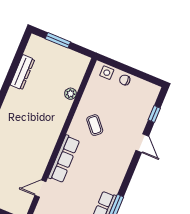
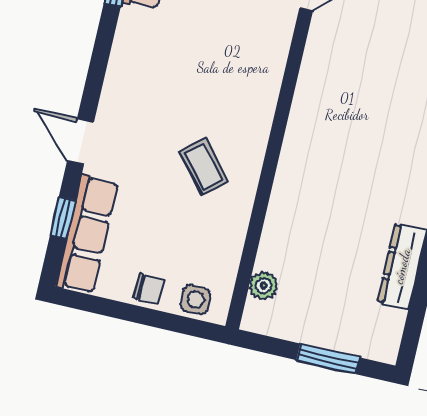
plant: (71, 94) -> (264, 286), moved
row of seats: (64, 159) -> (87, 234), moved, turned 180

